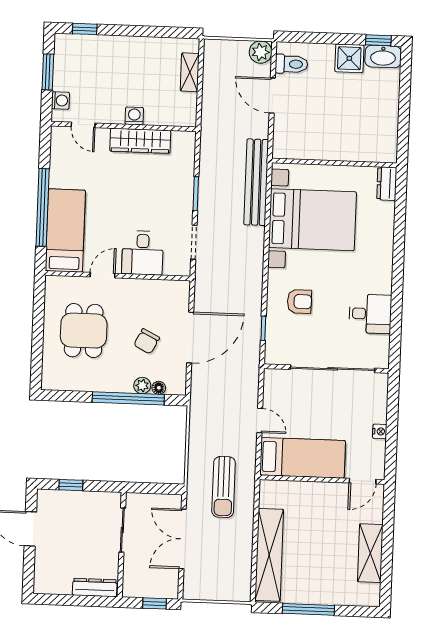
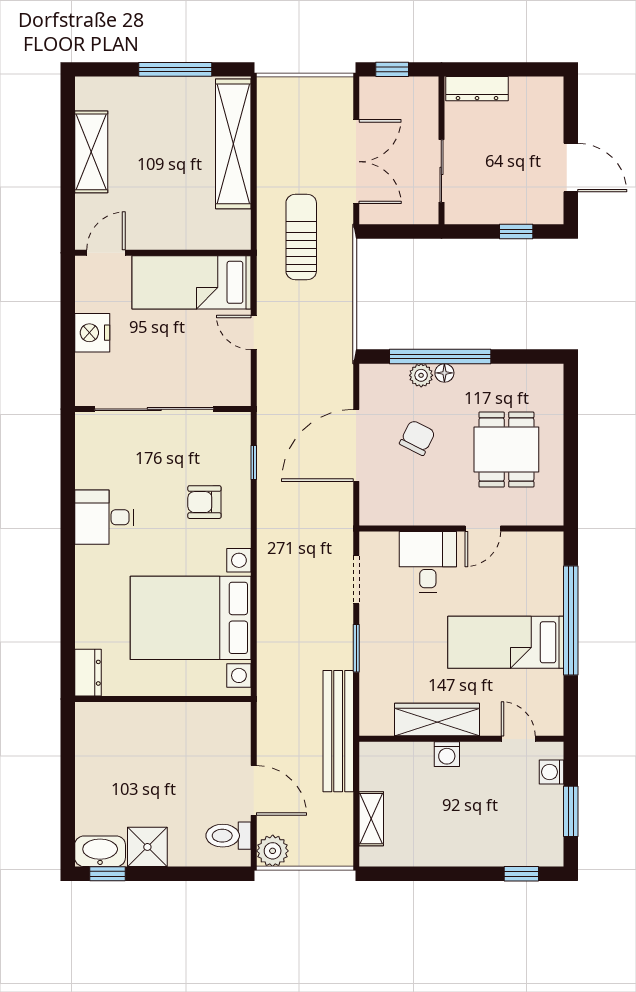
bench: (256, 182) -> (338, 731), moved
bed: (65, 231) -> (506, 642), moved, turned 90
desk: (370, 314) -> (104, 517), moved
floor lamp: (159, 388) -> (444, 373), moved
nightstand: (380, 431) -> (92, 333), width x1.89, depth x1.79

